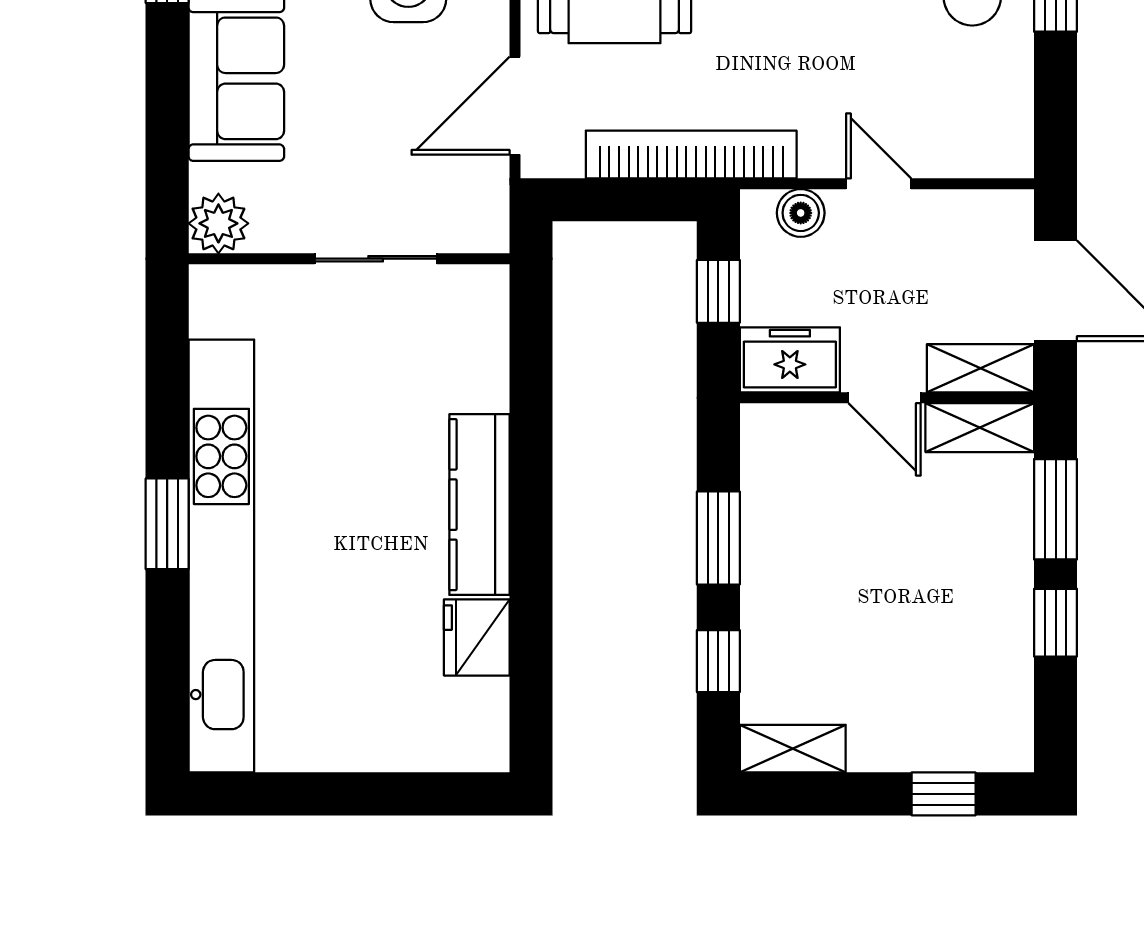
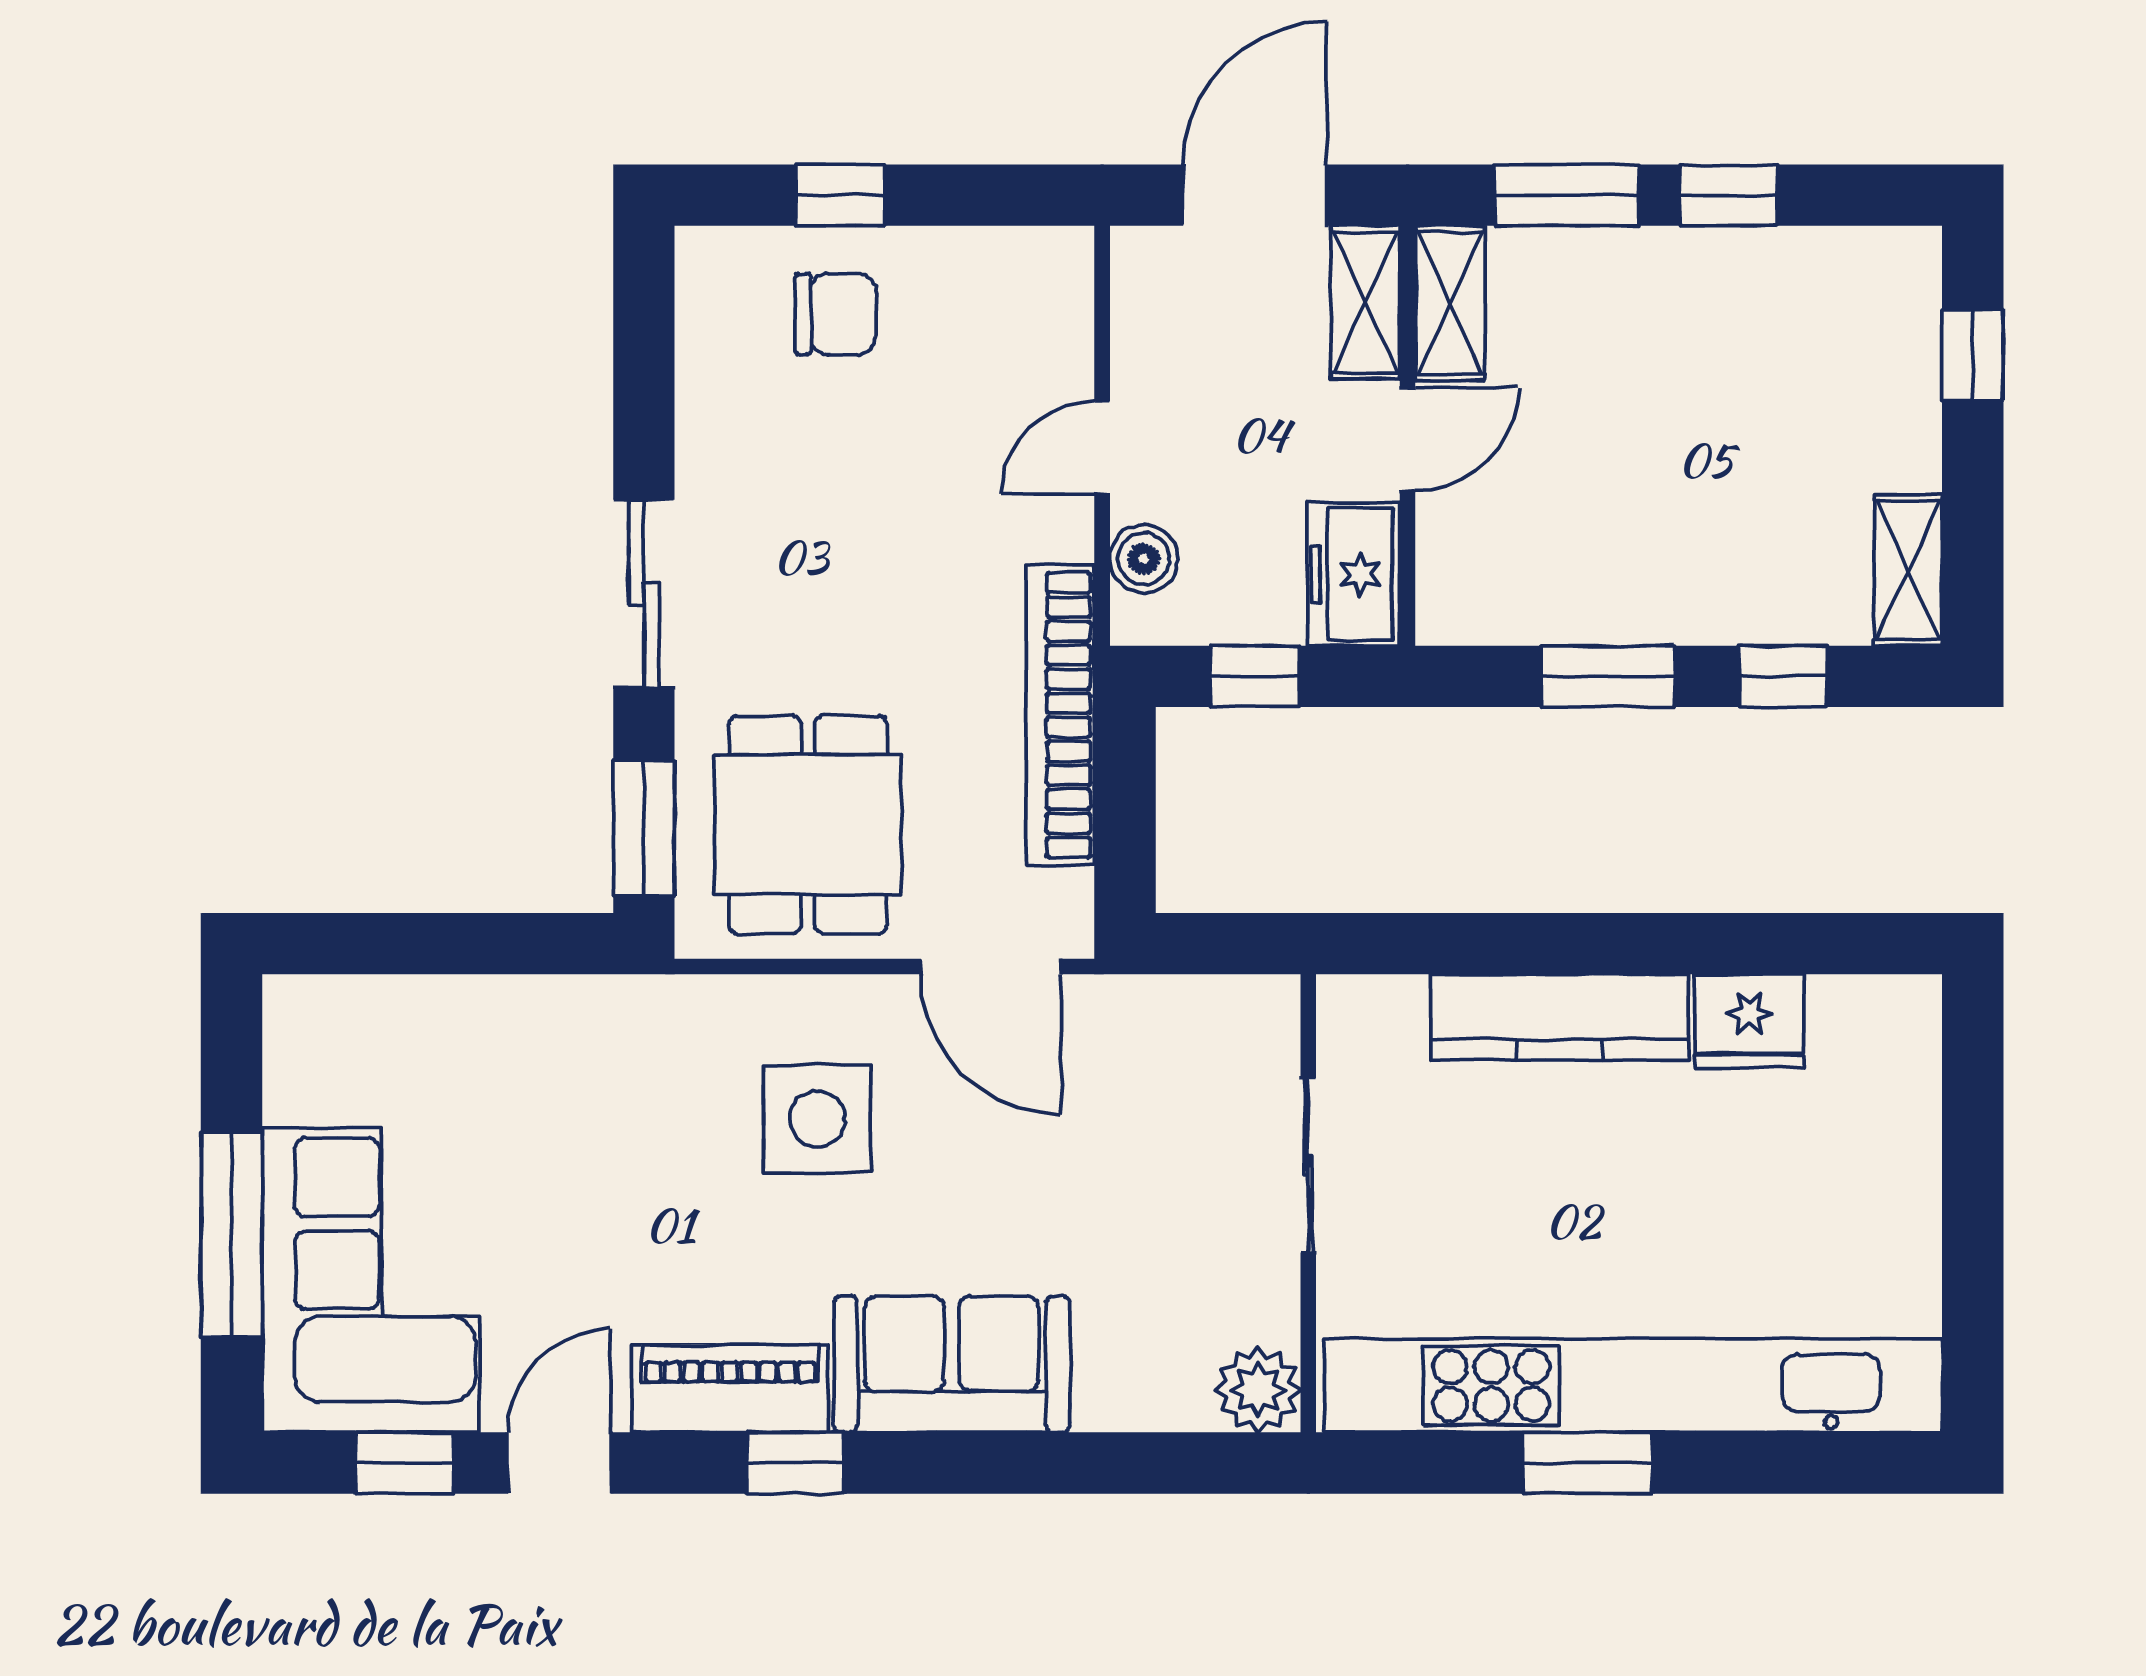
plant: (218, 223) -> (1258, 1390), moved
wall: (349, 259) -> (1308, 1203), moved
sliding door: (376, 259) -> (1308, 1165), moved

